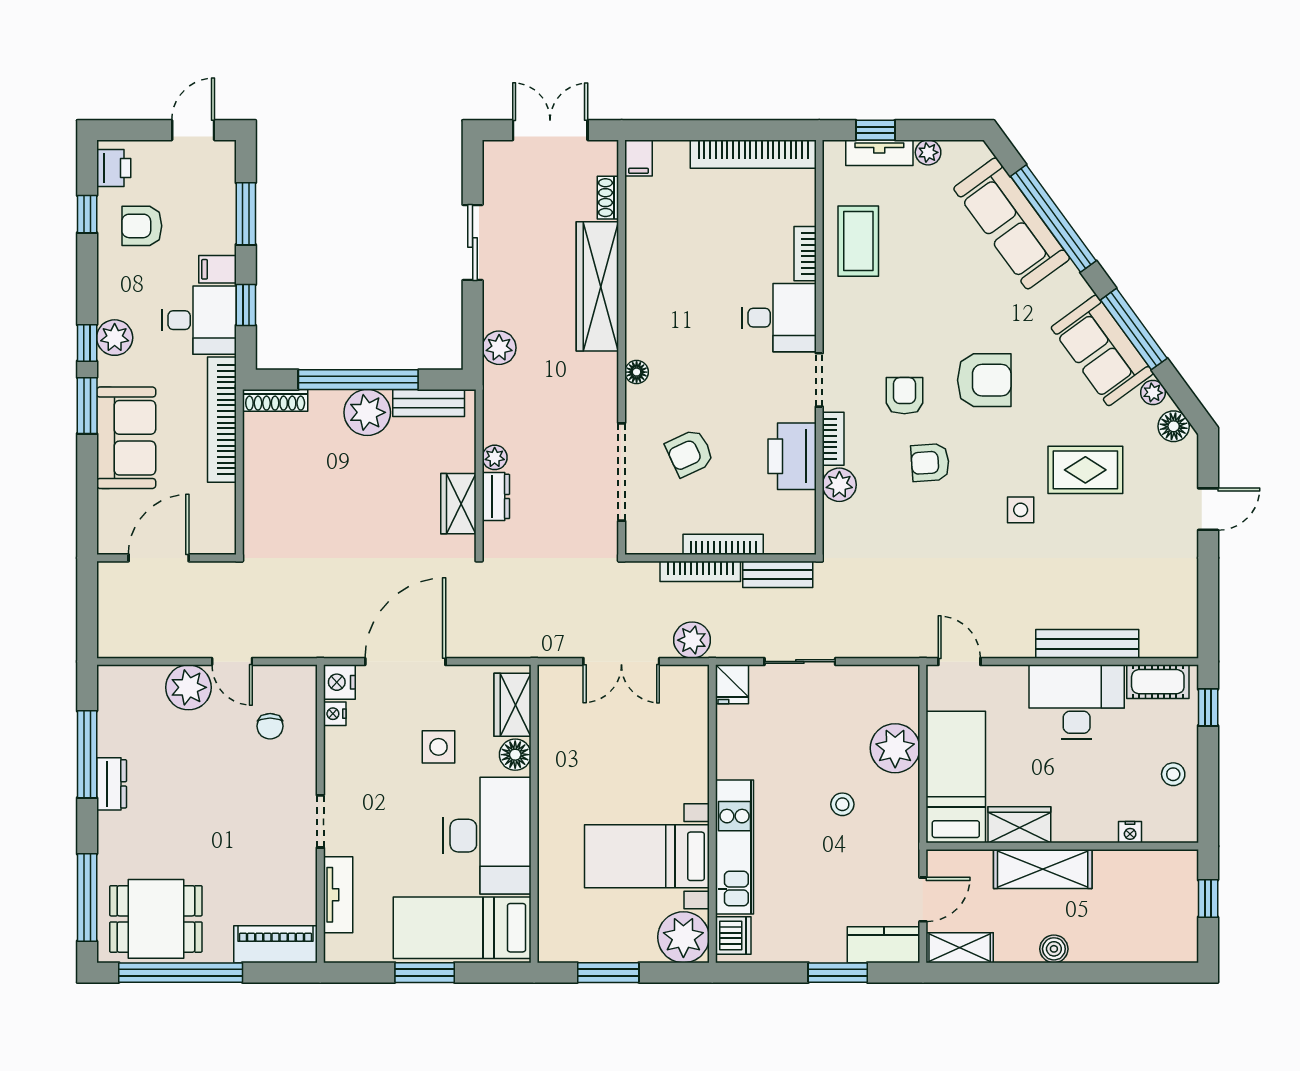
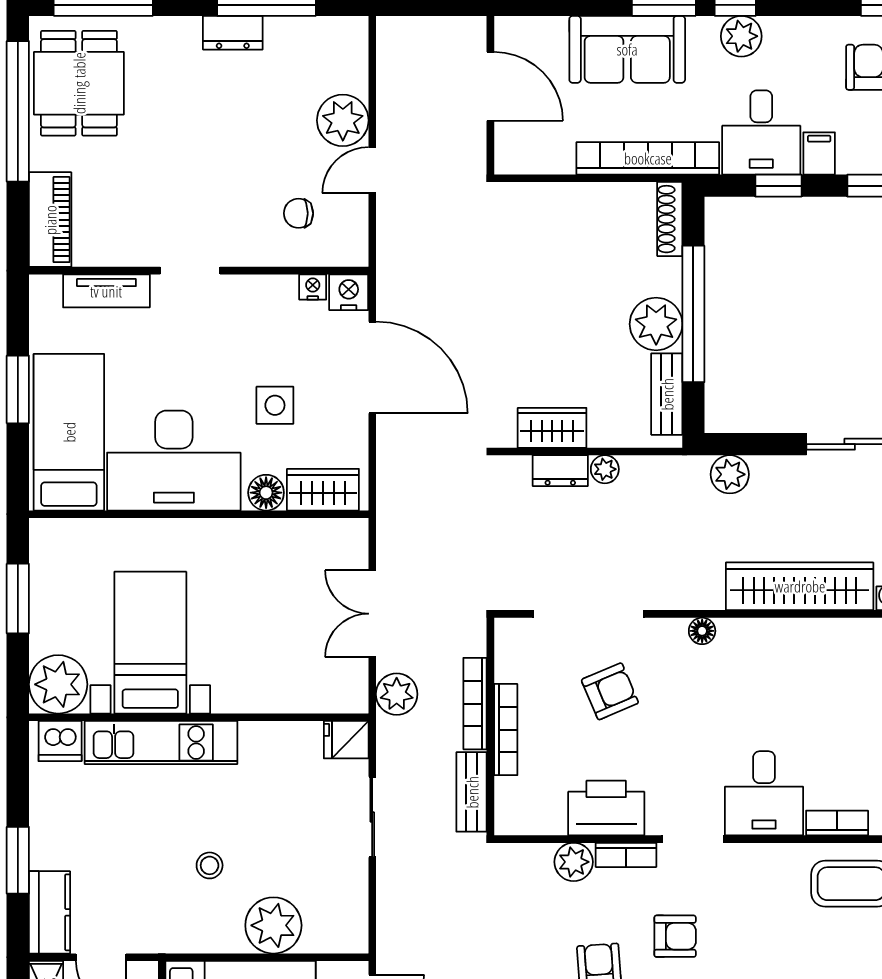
armchair: (690, 453) -> (610, 691), turned 92

